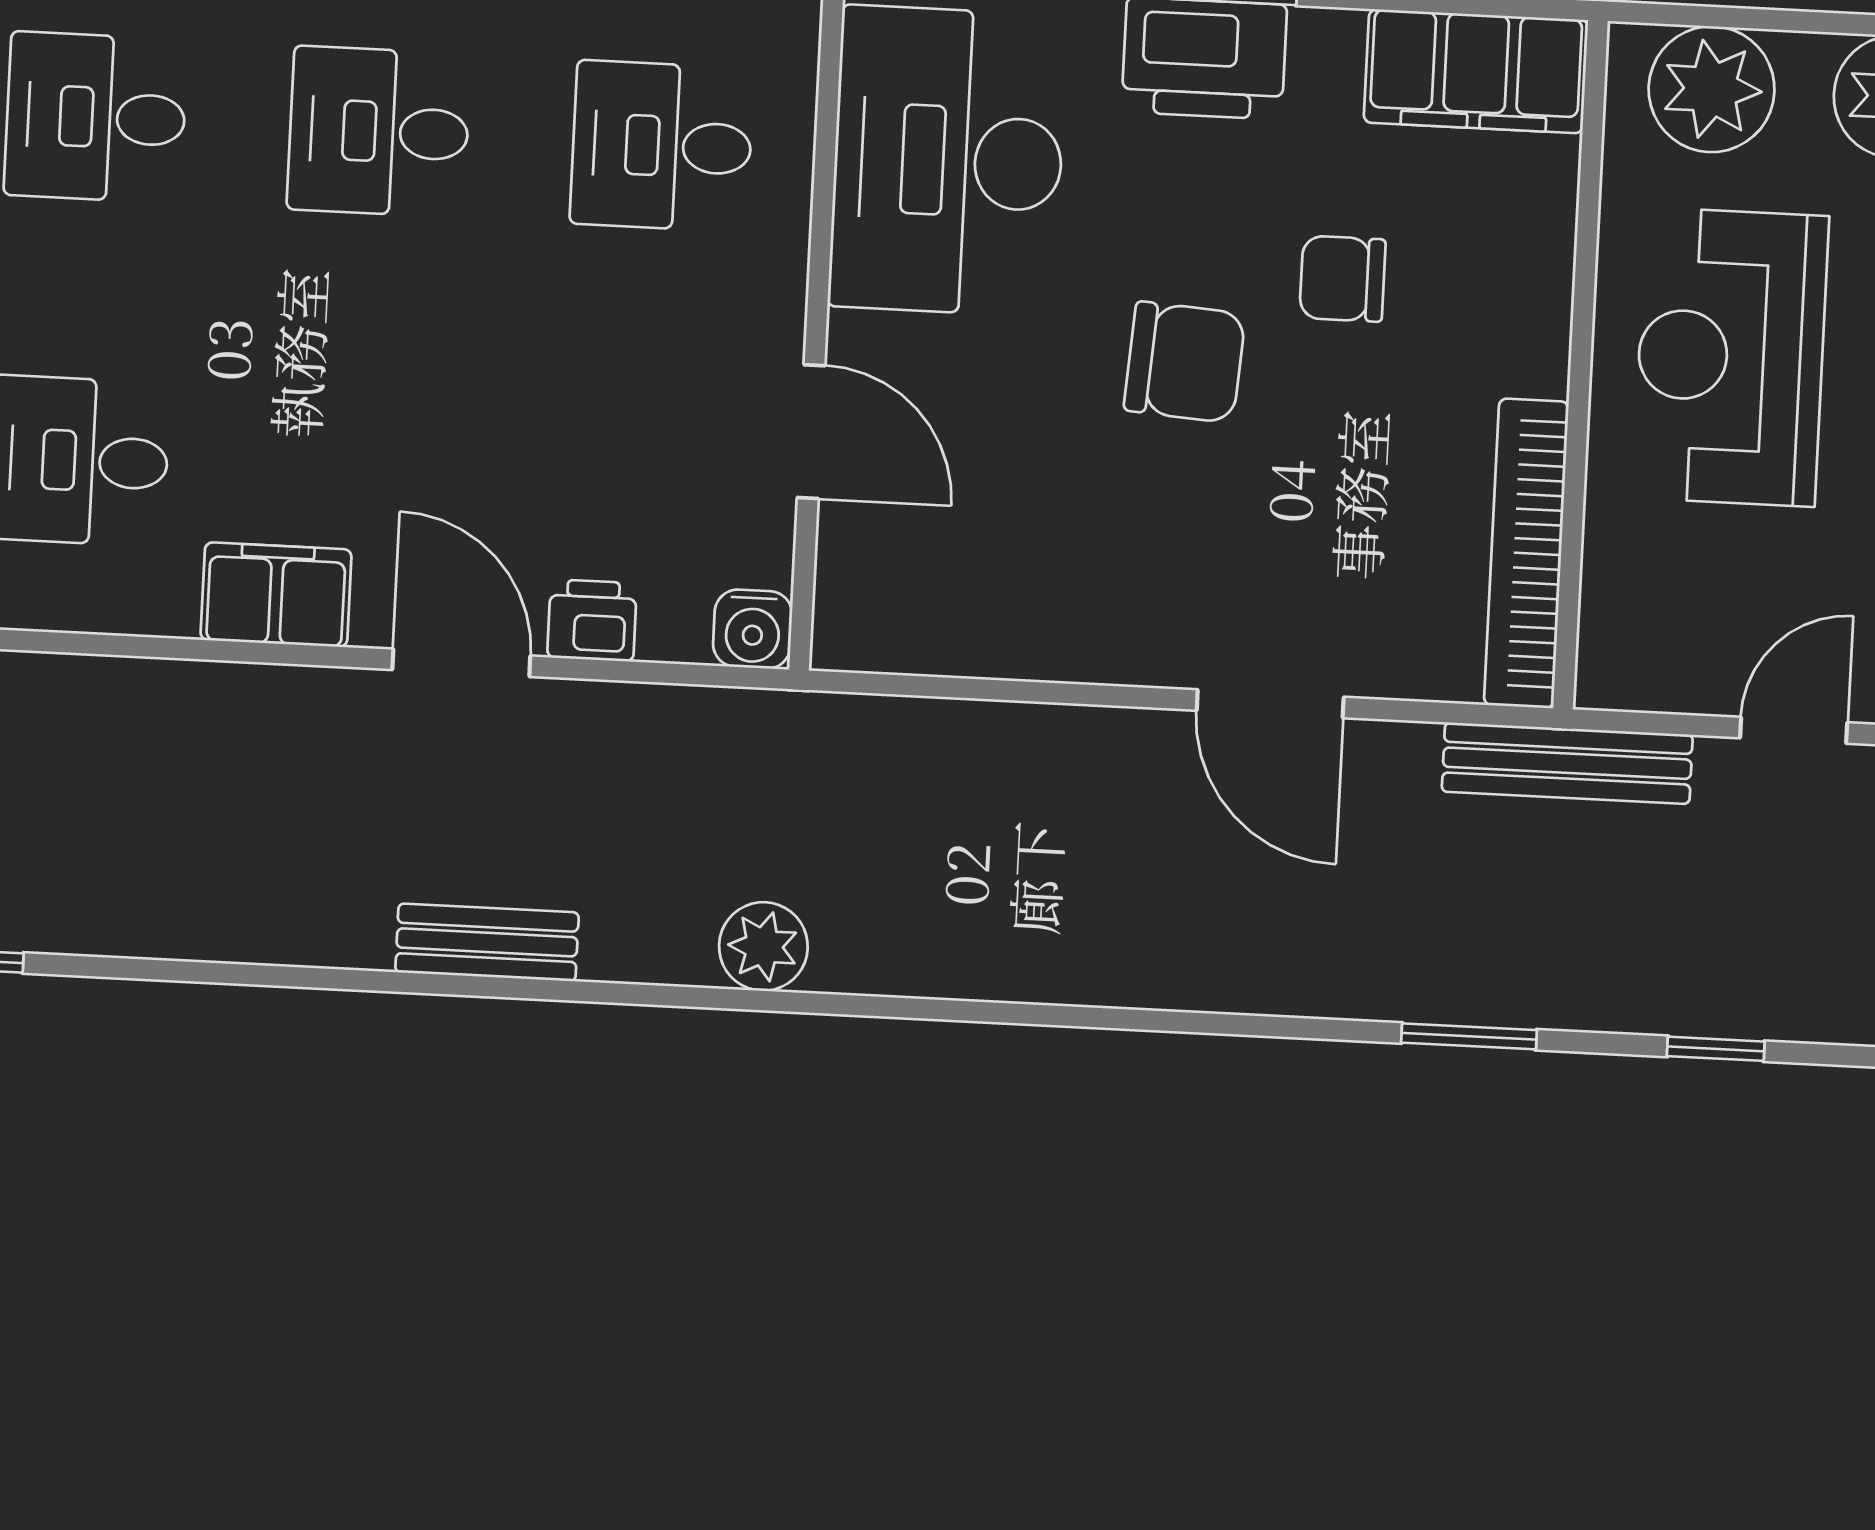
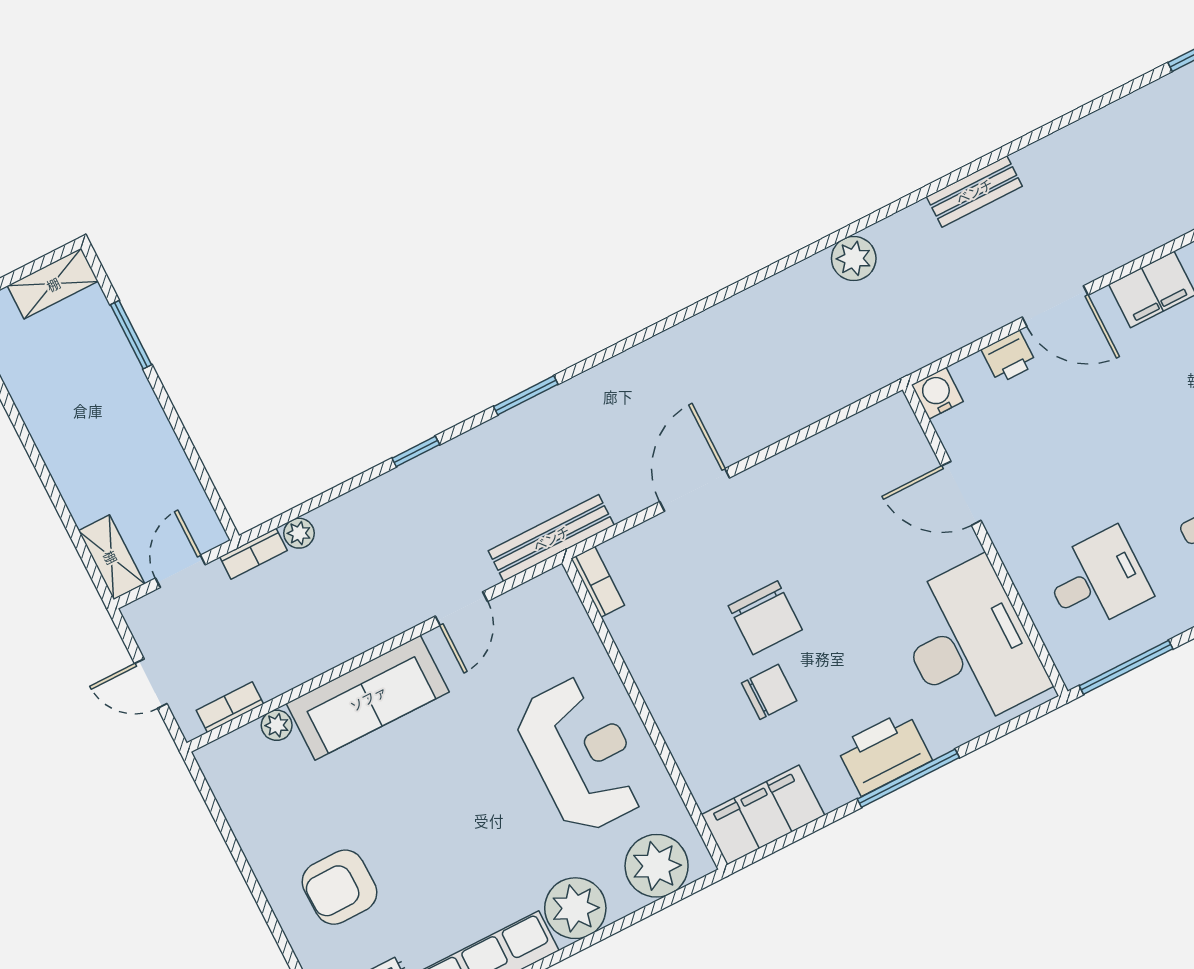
chair: (1185, 362) -> (765, 618), moved, turned -94
bookcase: (1526, 553) -> (598, 582), width x0.43, depth x0.76
door: (1270, 704) -> (695, 490), hinge flipped

